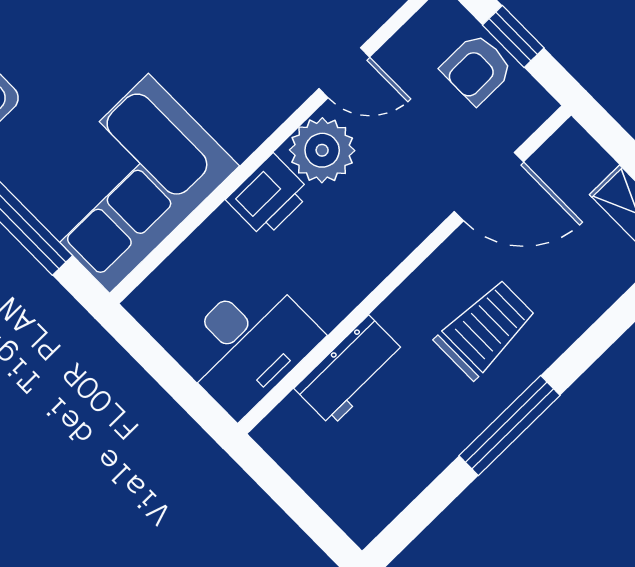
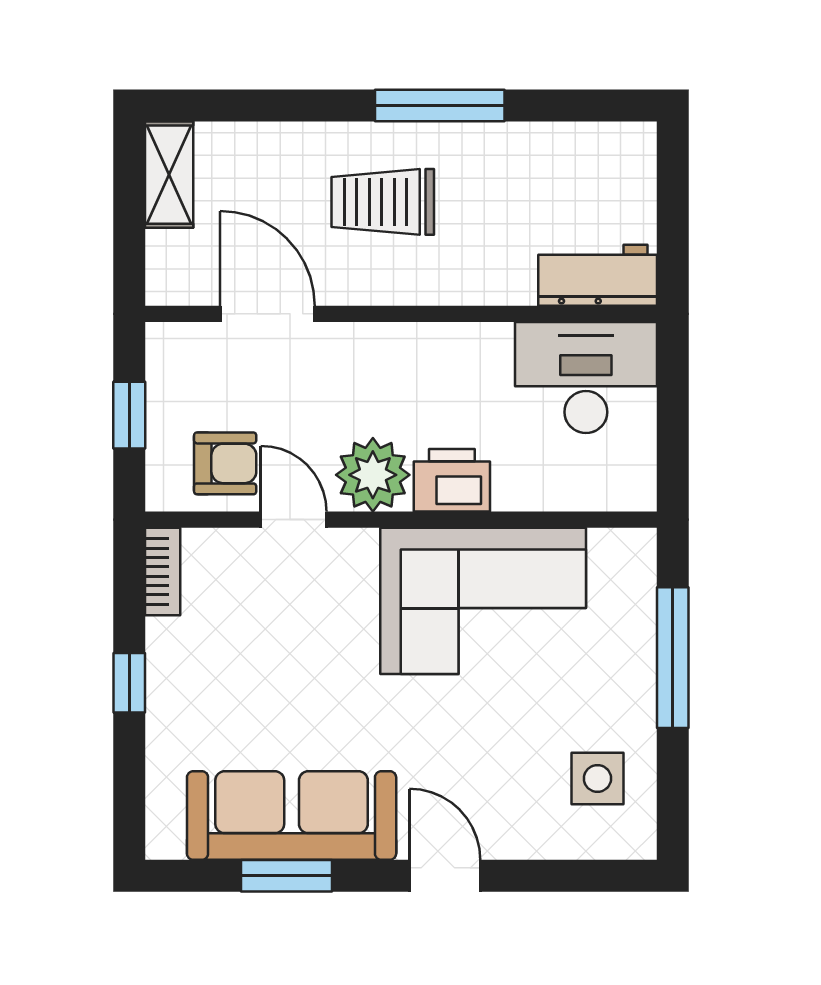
armchair: (477, 69) -> (225, 463), moved
corner sofa: (129, 183) -> (483, 601), moved
workbench: (350, 371) -> (598, 275), moved

